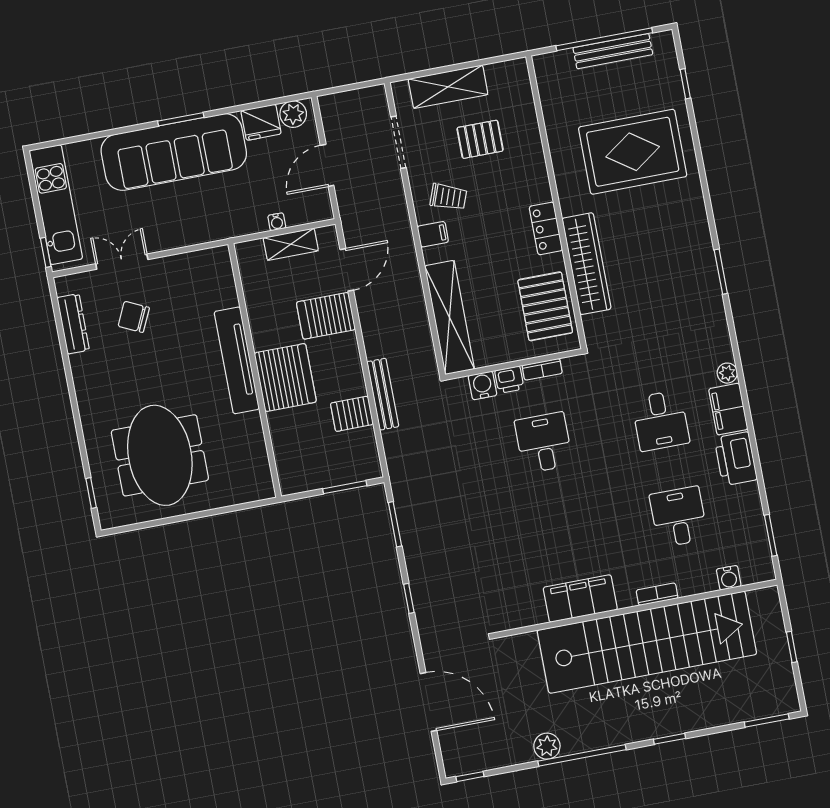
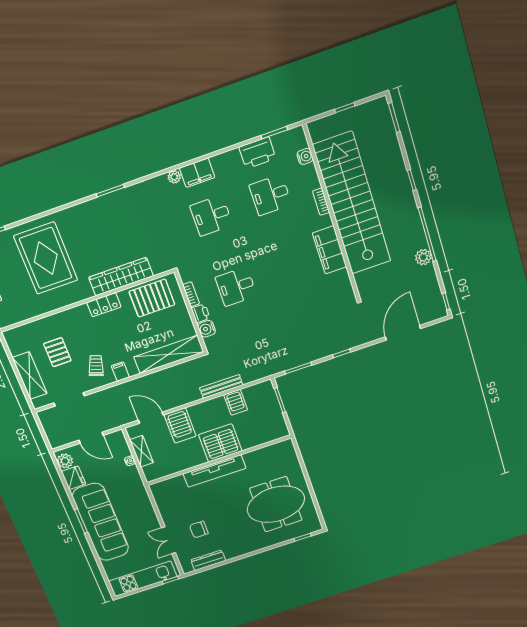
chair: (134, 317) -> (199, 529), turned 65
desk: (660, 421) -> (211, 216), turned 180
printer: (736, 459) -> (257, 153), moved

